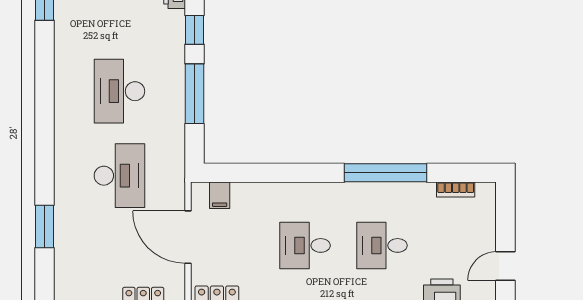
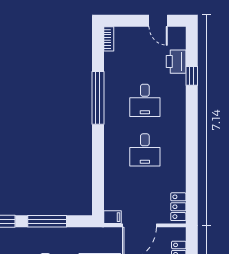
bookcase: (456, 190) -> (109, 39), moved
filing cabinet: (220, 195) -> (112, 217), moved

